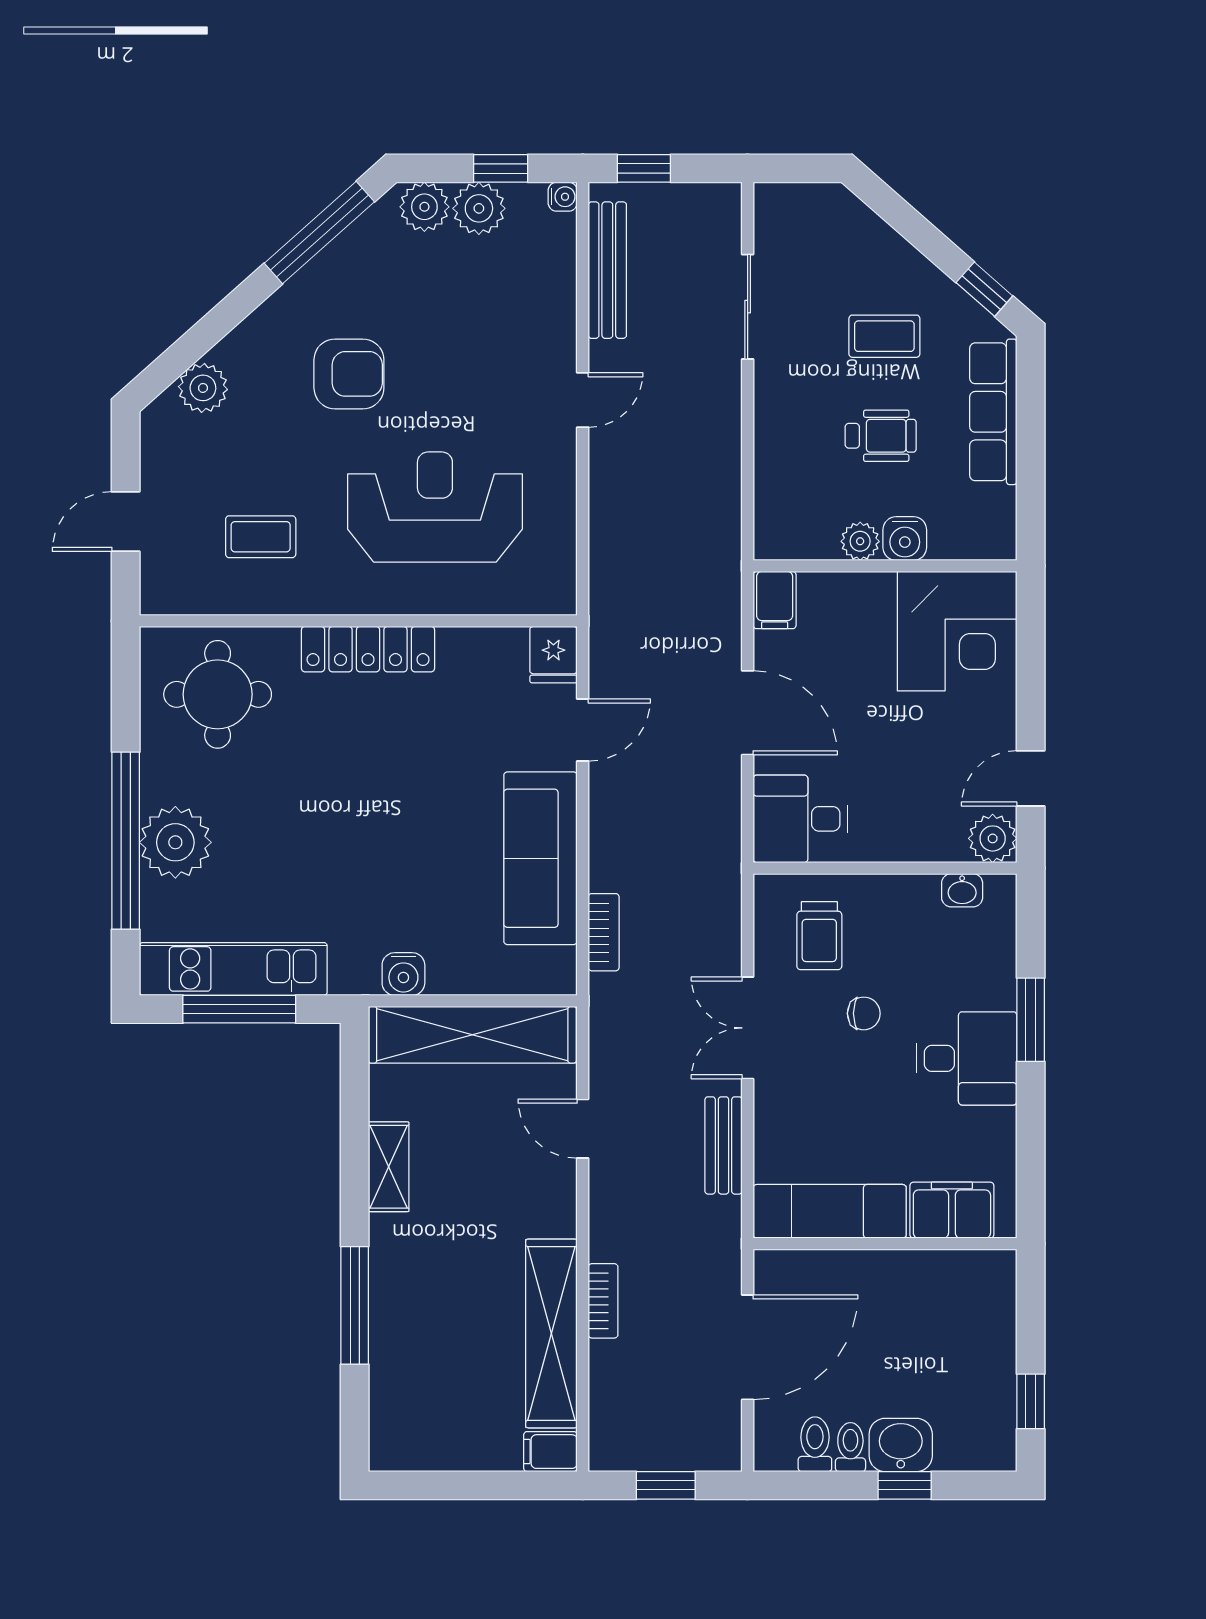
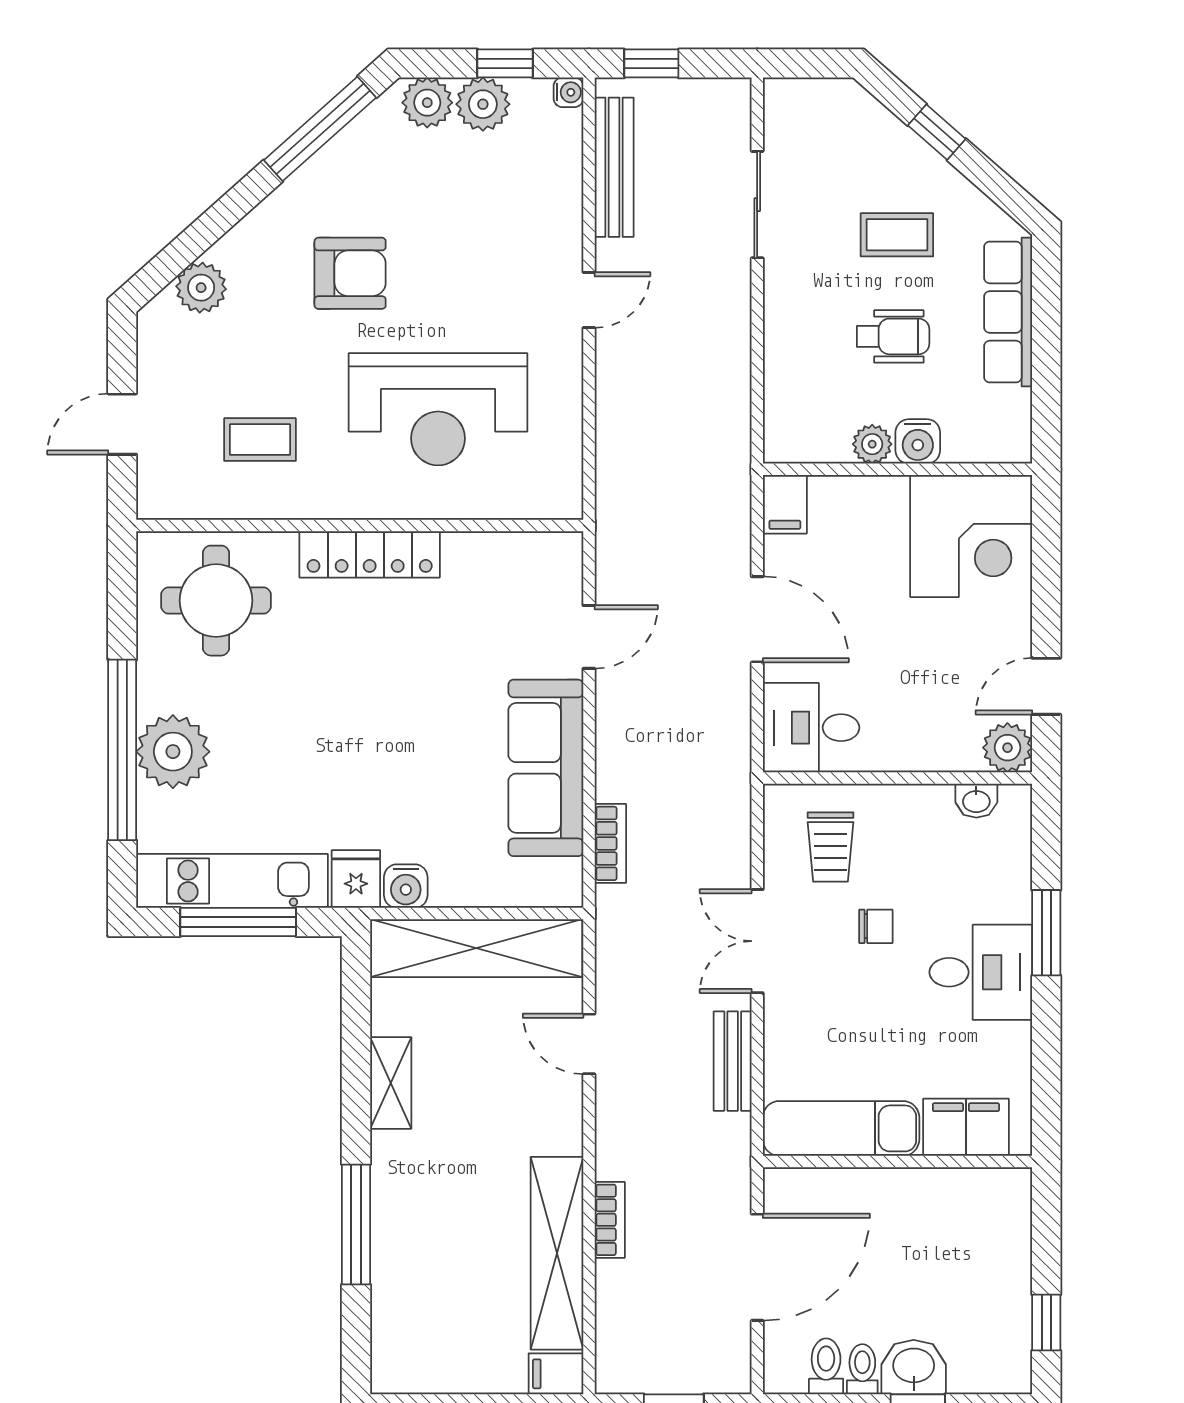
window: (984, 289) -> (937, 132), moved
reception desk: (435, 507) -> (438, 409), turned 180
fridge: (553, 655) -> (356, 879), moved, turned 180

